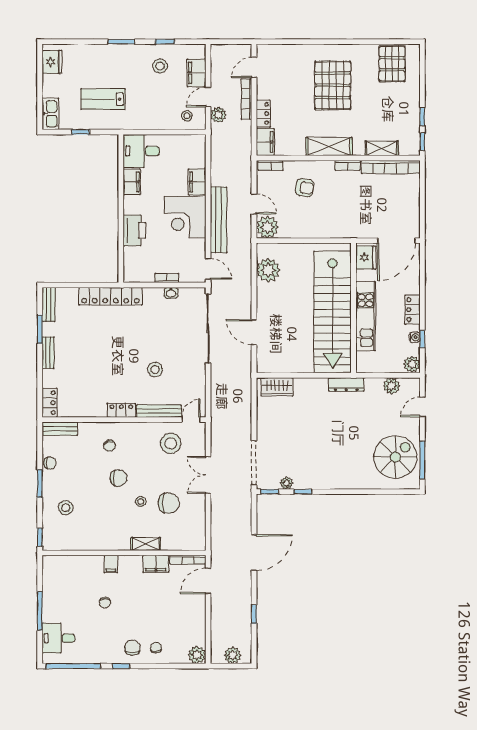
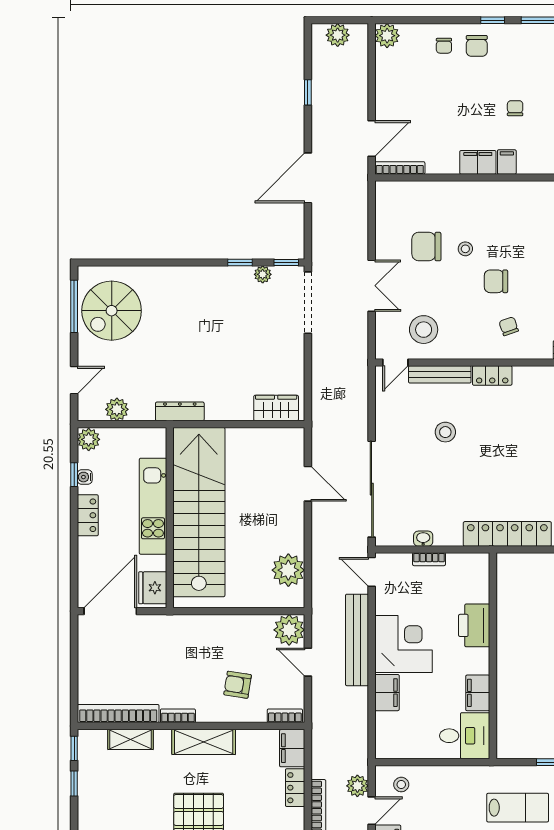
shelving: (146, 544) -> (458, 190), removed
filing cabinet: (156, 564) -> (478, 162), moved

